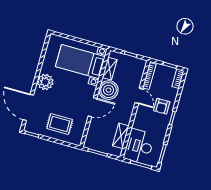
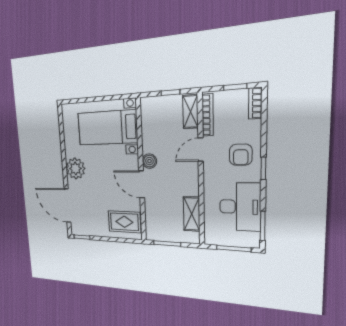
shelving: (110, 69) -> (190, 112), moved
boiler: (108, 90) -> (149, 161), width x0.54, depth x0.54
door: (139, 96) -> (201, 150), swing flipped
door: (92, 107) -> (142, 184), swing flipped
rug: (60, 124) -> (124, 222), moved
desk: (139, 146) -> (240, 207), moved, turned 180

